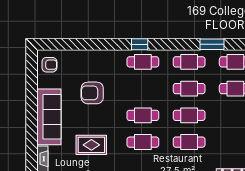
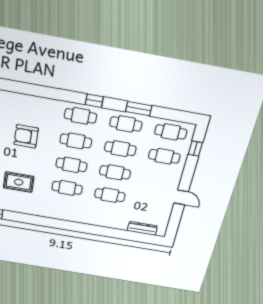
window: (140, 44) -> (94, 101), moved
window: (212, 44) -> (139, 109), moved
cafe table: (143, 89) -> (76, 141), added

